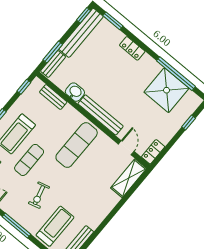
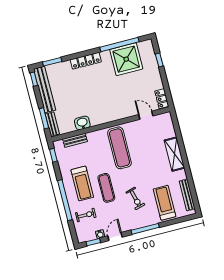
locker: (132, 48) -> (86, 61), width x1.53
bench: (101, 115) -> (111, 117), removed
shelving: (129, 178) -> (174, 154), moved

